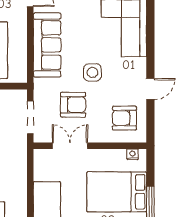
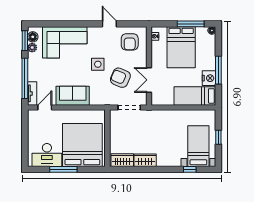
sofa: (47, 45) -> (73, 96), width x0.73
armchair: (73, 105) -> (120, 78), turned -67

